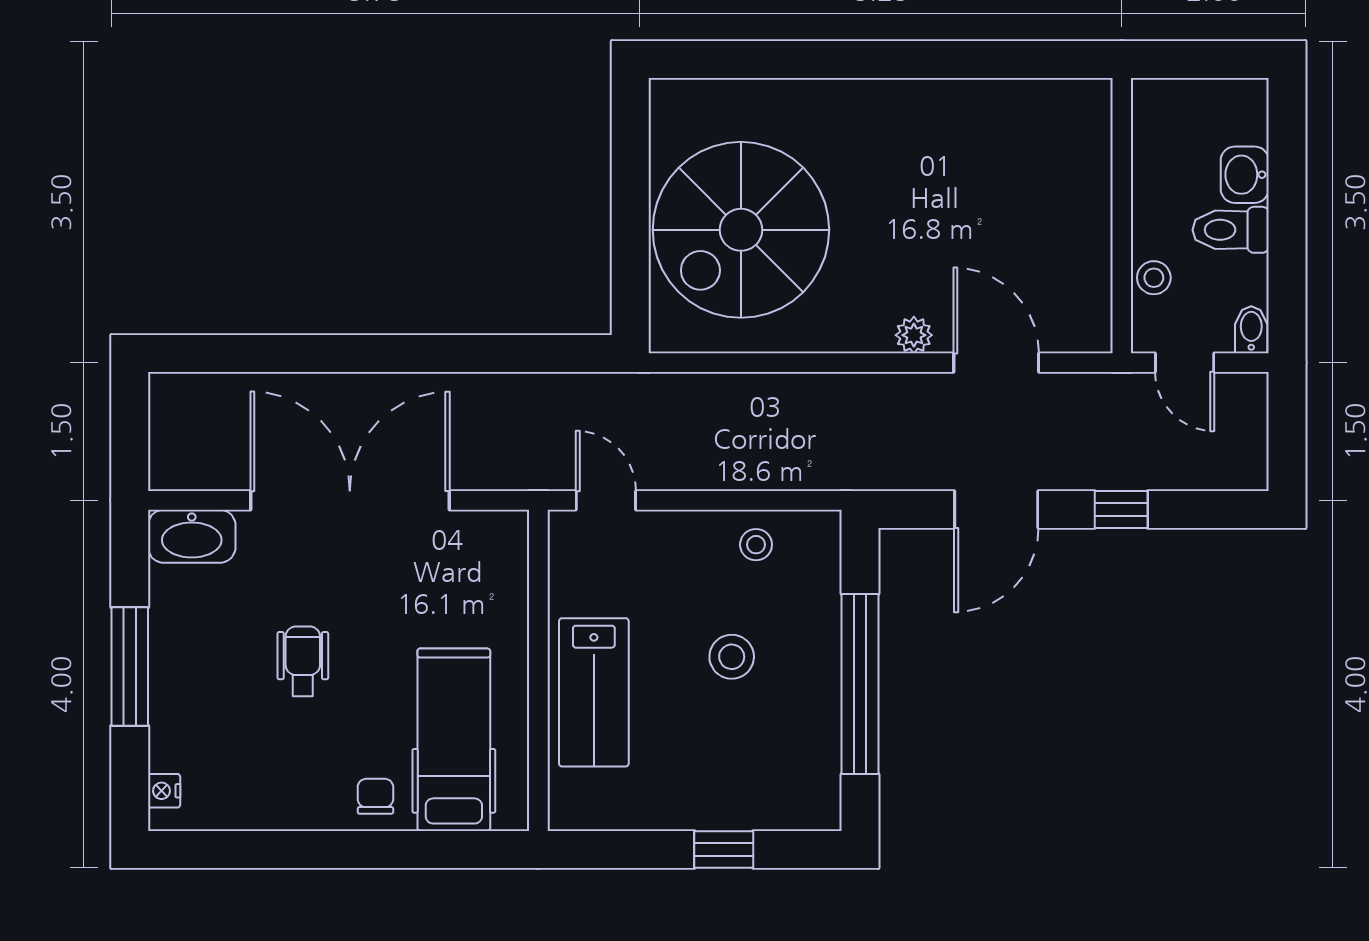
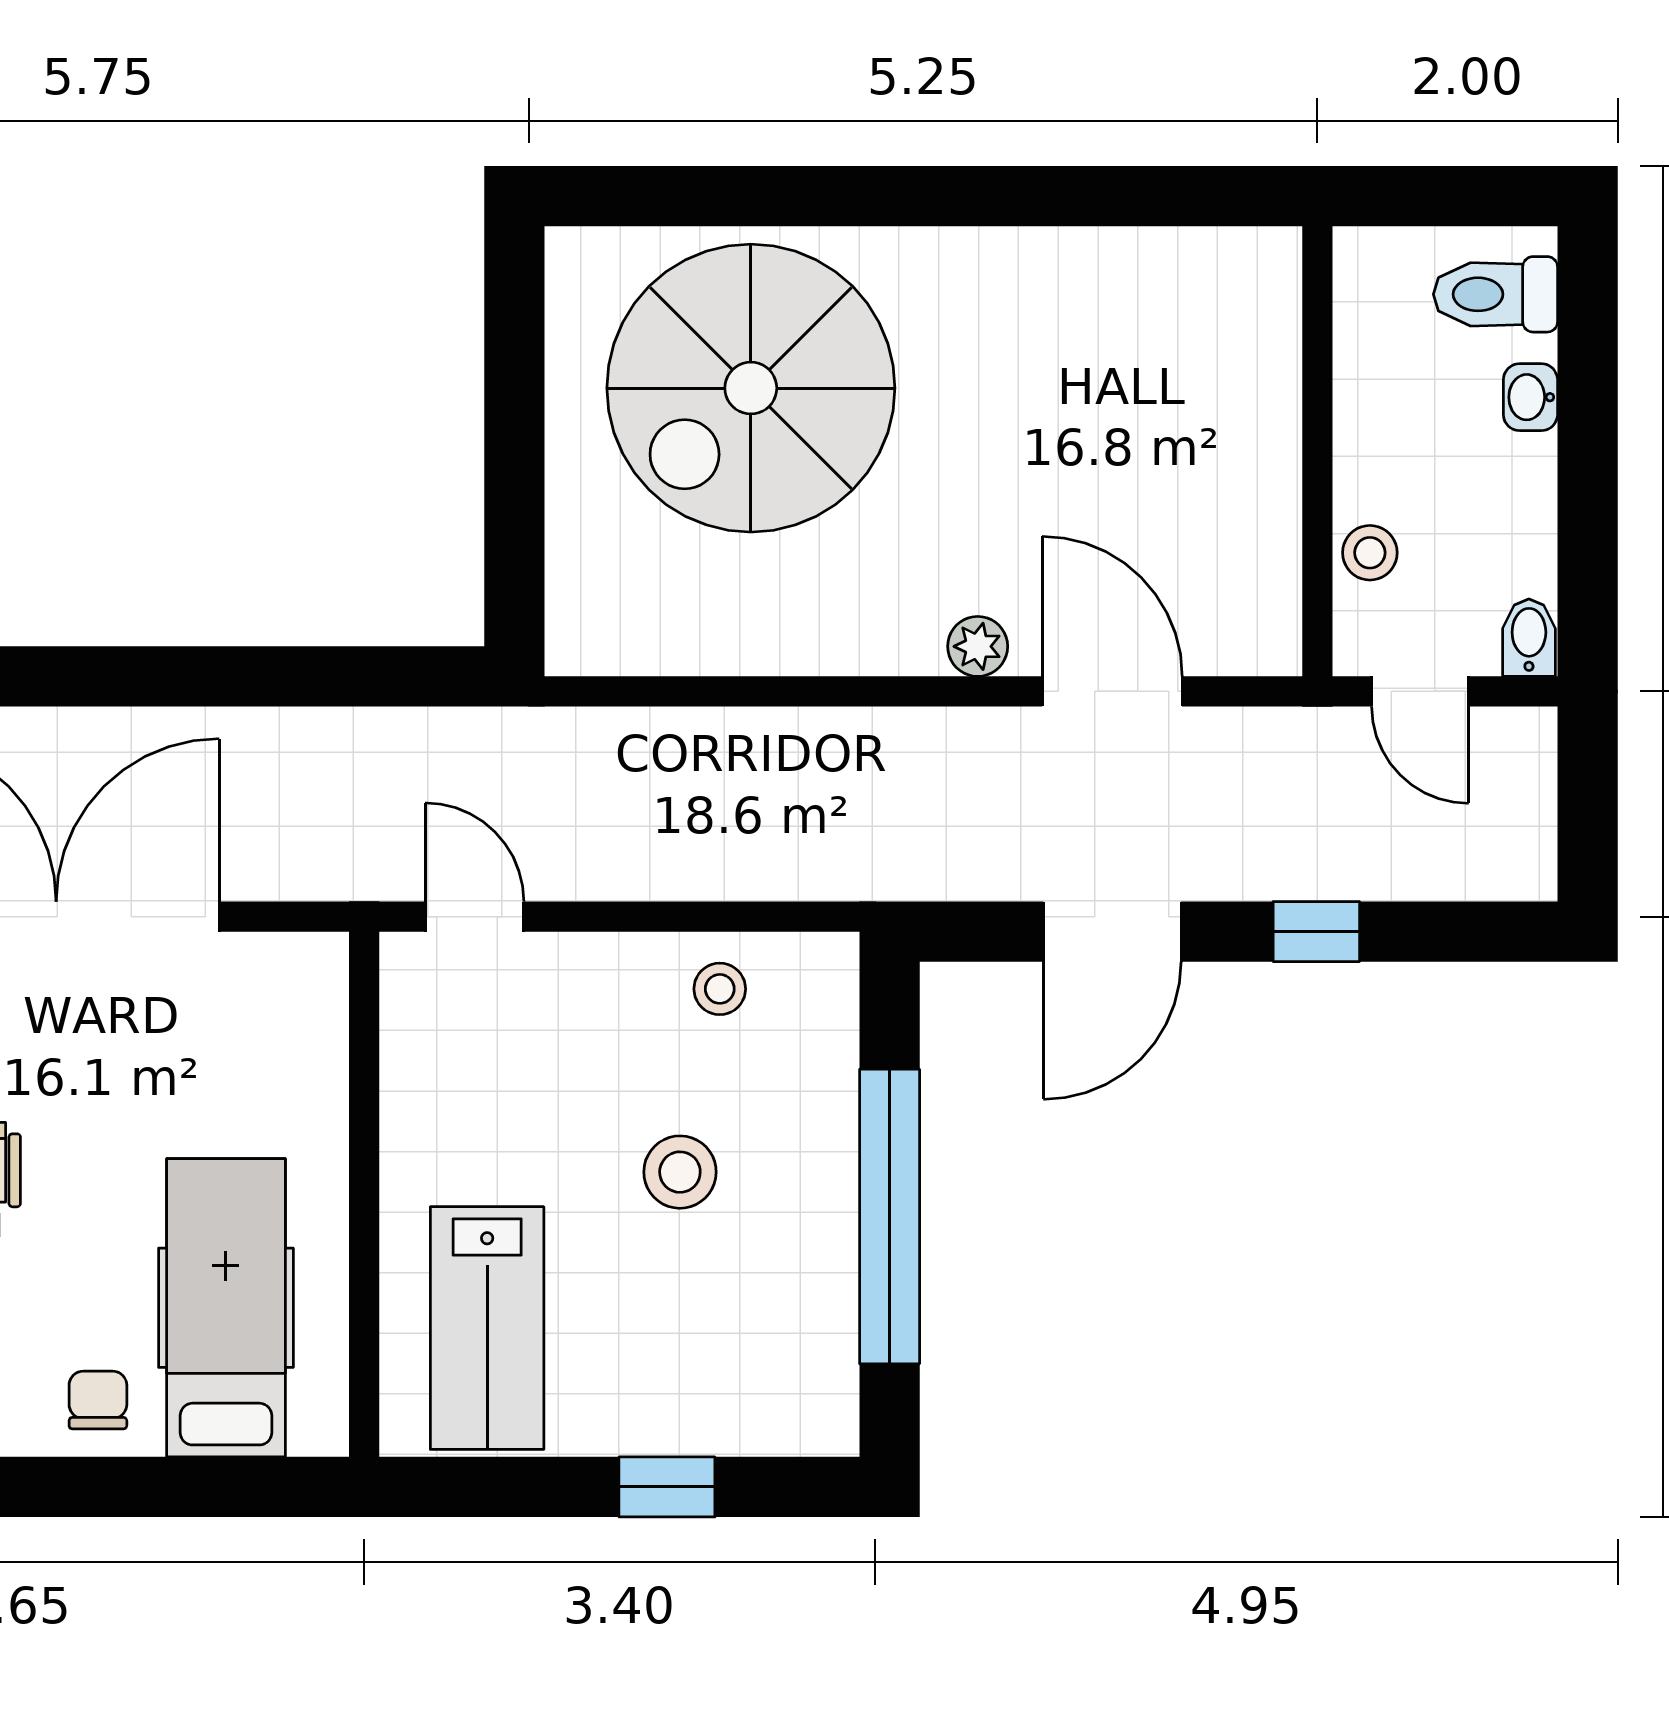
washbasin: (1245, 175) -> (1530, 397), width x0.72, depth x0.69
spiral stairs: (741, 230) -> (751, 388), moved
toilet: (1231, 230) -> (1495, 294), moved
lab bench: (594, 692) -> (487, 1328), moved

